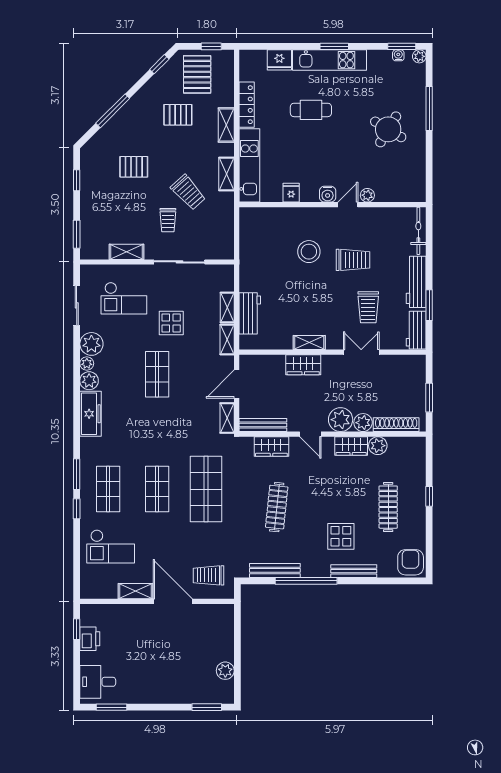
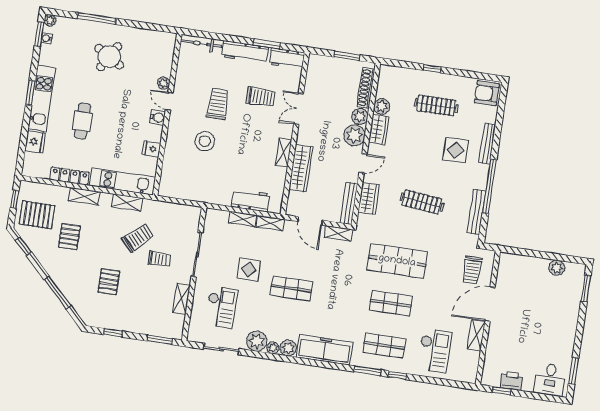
wardrobe: (303, 365) -> (301, 168), width x1.50
freezer: (90, 414) -> (324, 350), width x1.36, depth x1.26

